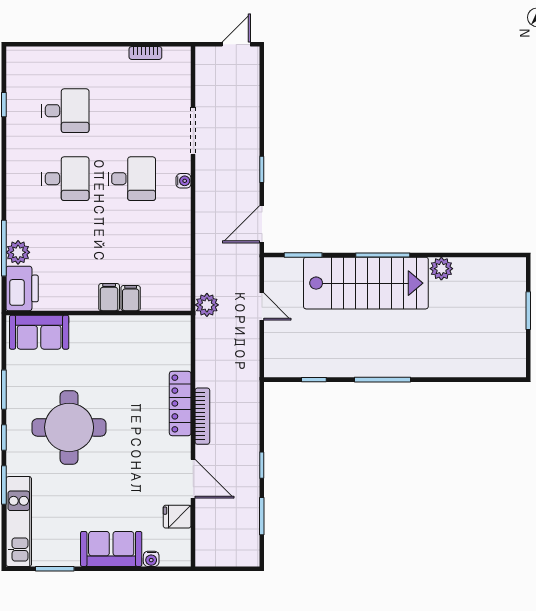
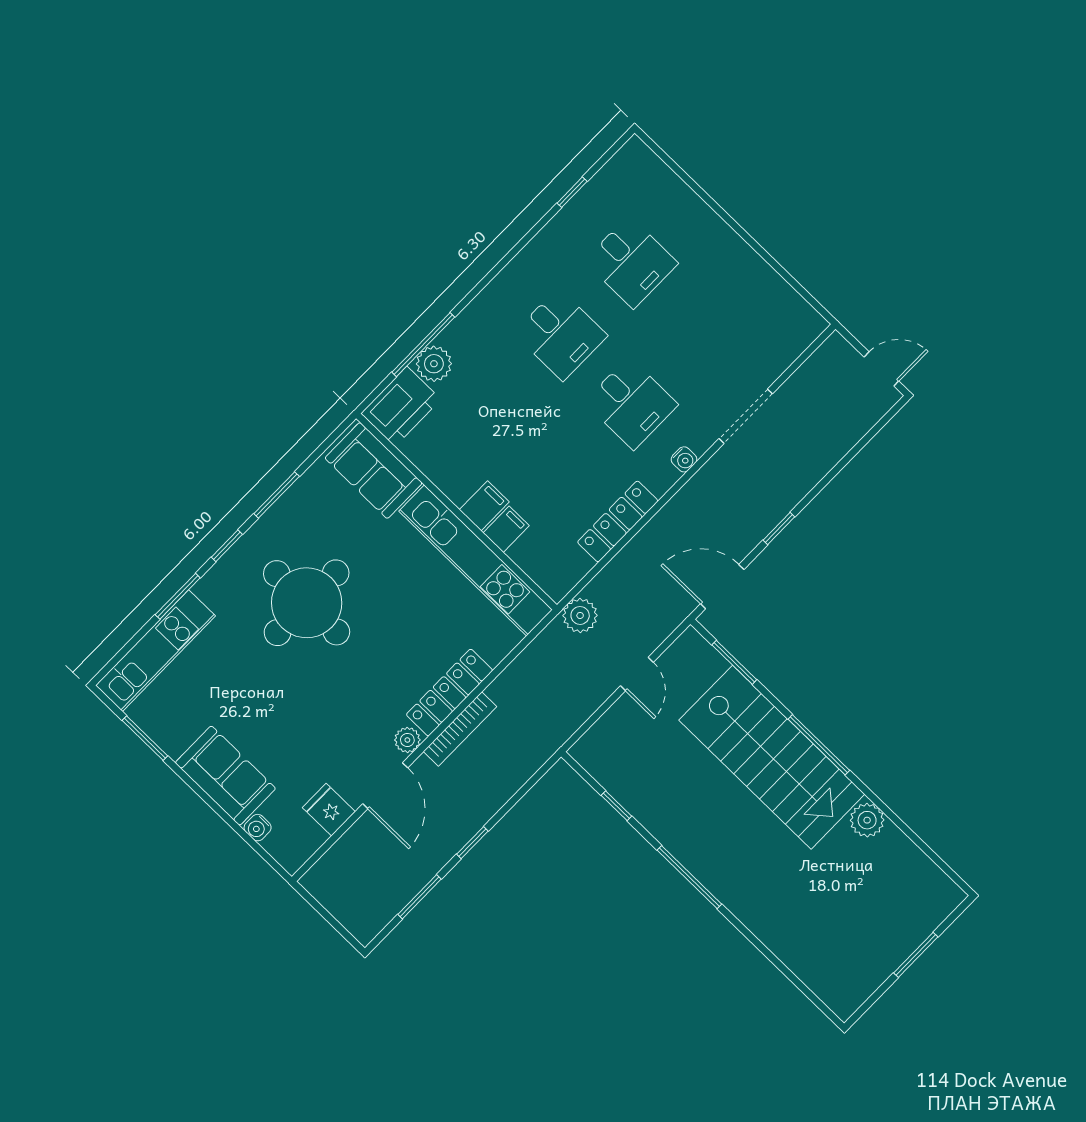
bookcase: (145, 53) -> (776, 284), removed
locker: (181, 242) -> (618, 521), added
kitchen unit: (131, 328) -> (476, 560), added
plant: (182, 446) -> (407, 740), added

